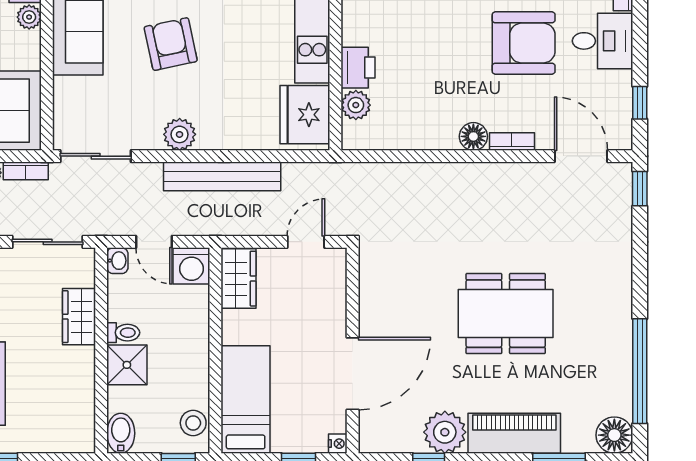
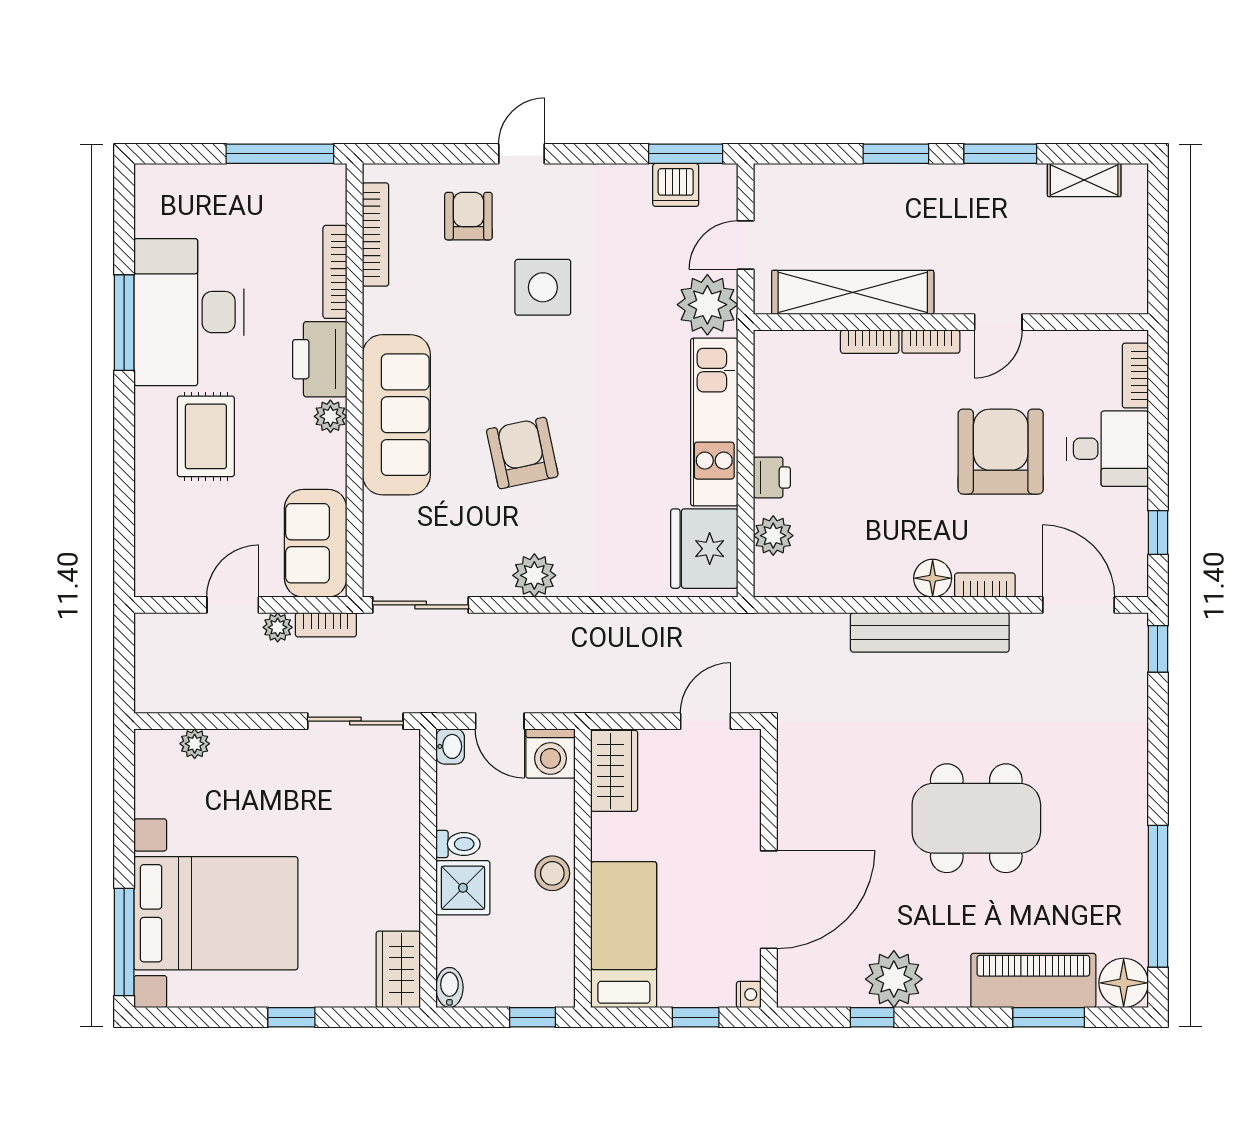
armchair: (524, 43) -> (1001, 452), turned -90
printer: (358, 68) -> (772, 477), width x0.73, depth x0.81
bench: (222, 176) -> (930, 632), moved
wardrobe: (79, 317) -> (398, 969), moved
stool: (193, 423) -> (552, 873), moved
bidet: (121, 433) -> (449, 988), width x0.72, depth x0.74
piano: (514, 433) -> (1033, 980), moved

